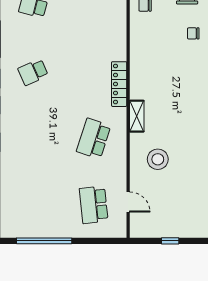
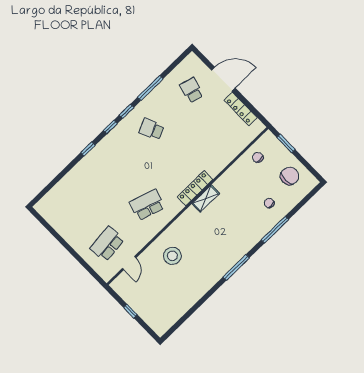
shelving: (137, 116) -> (206, 199), moved
window: (44, 241) -> (56, 235), removed

